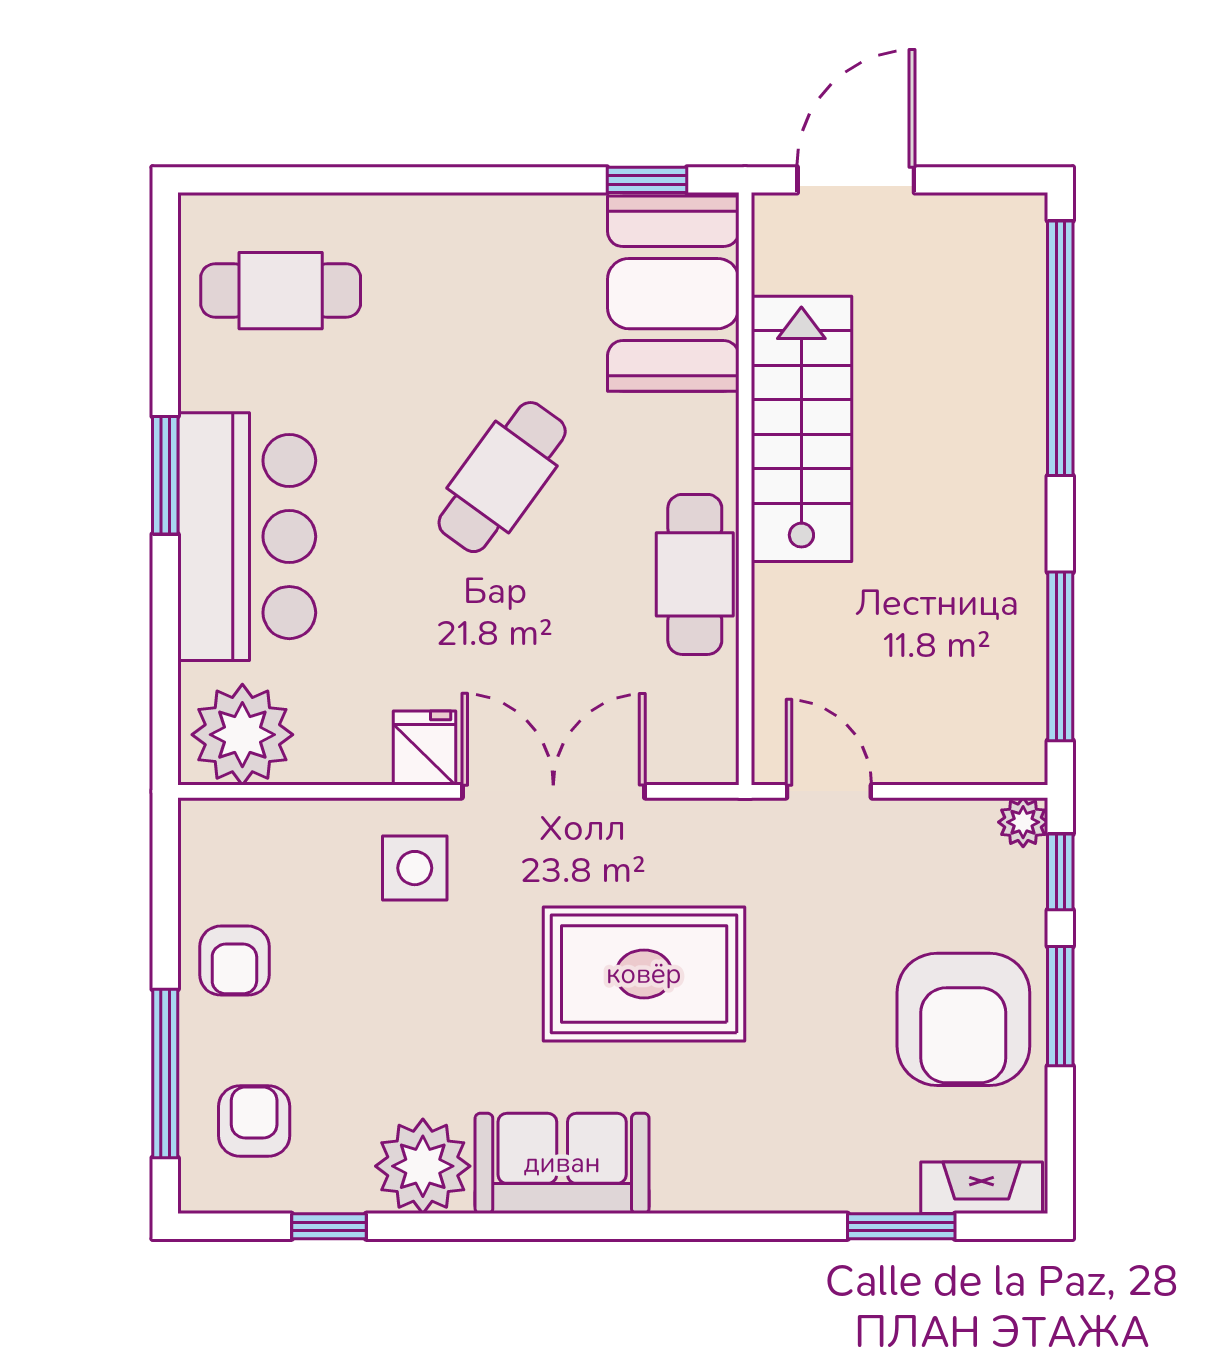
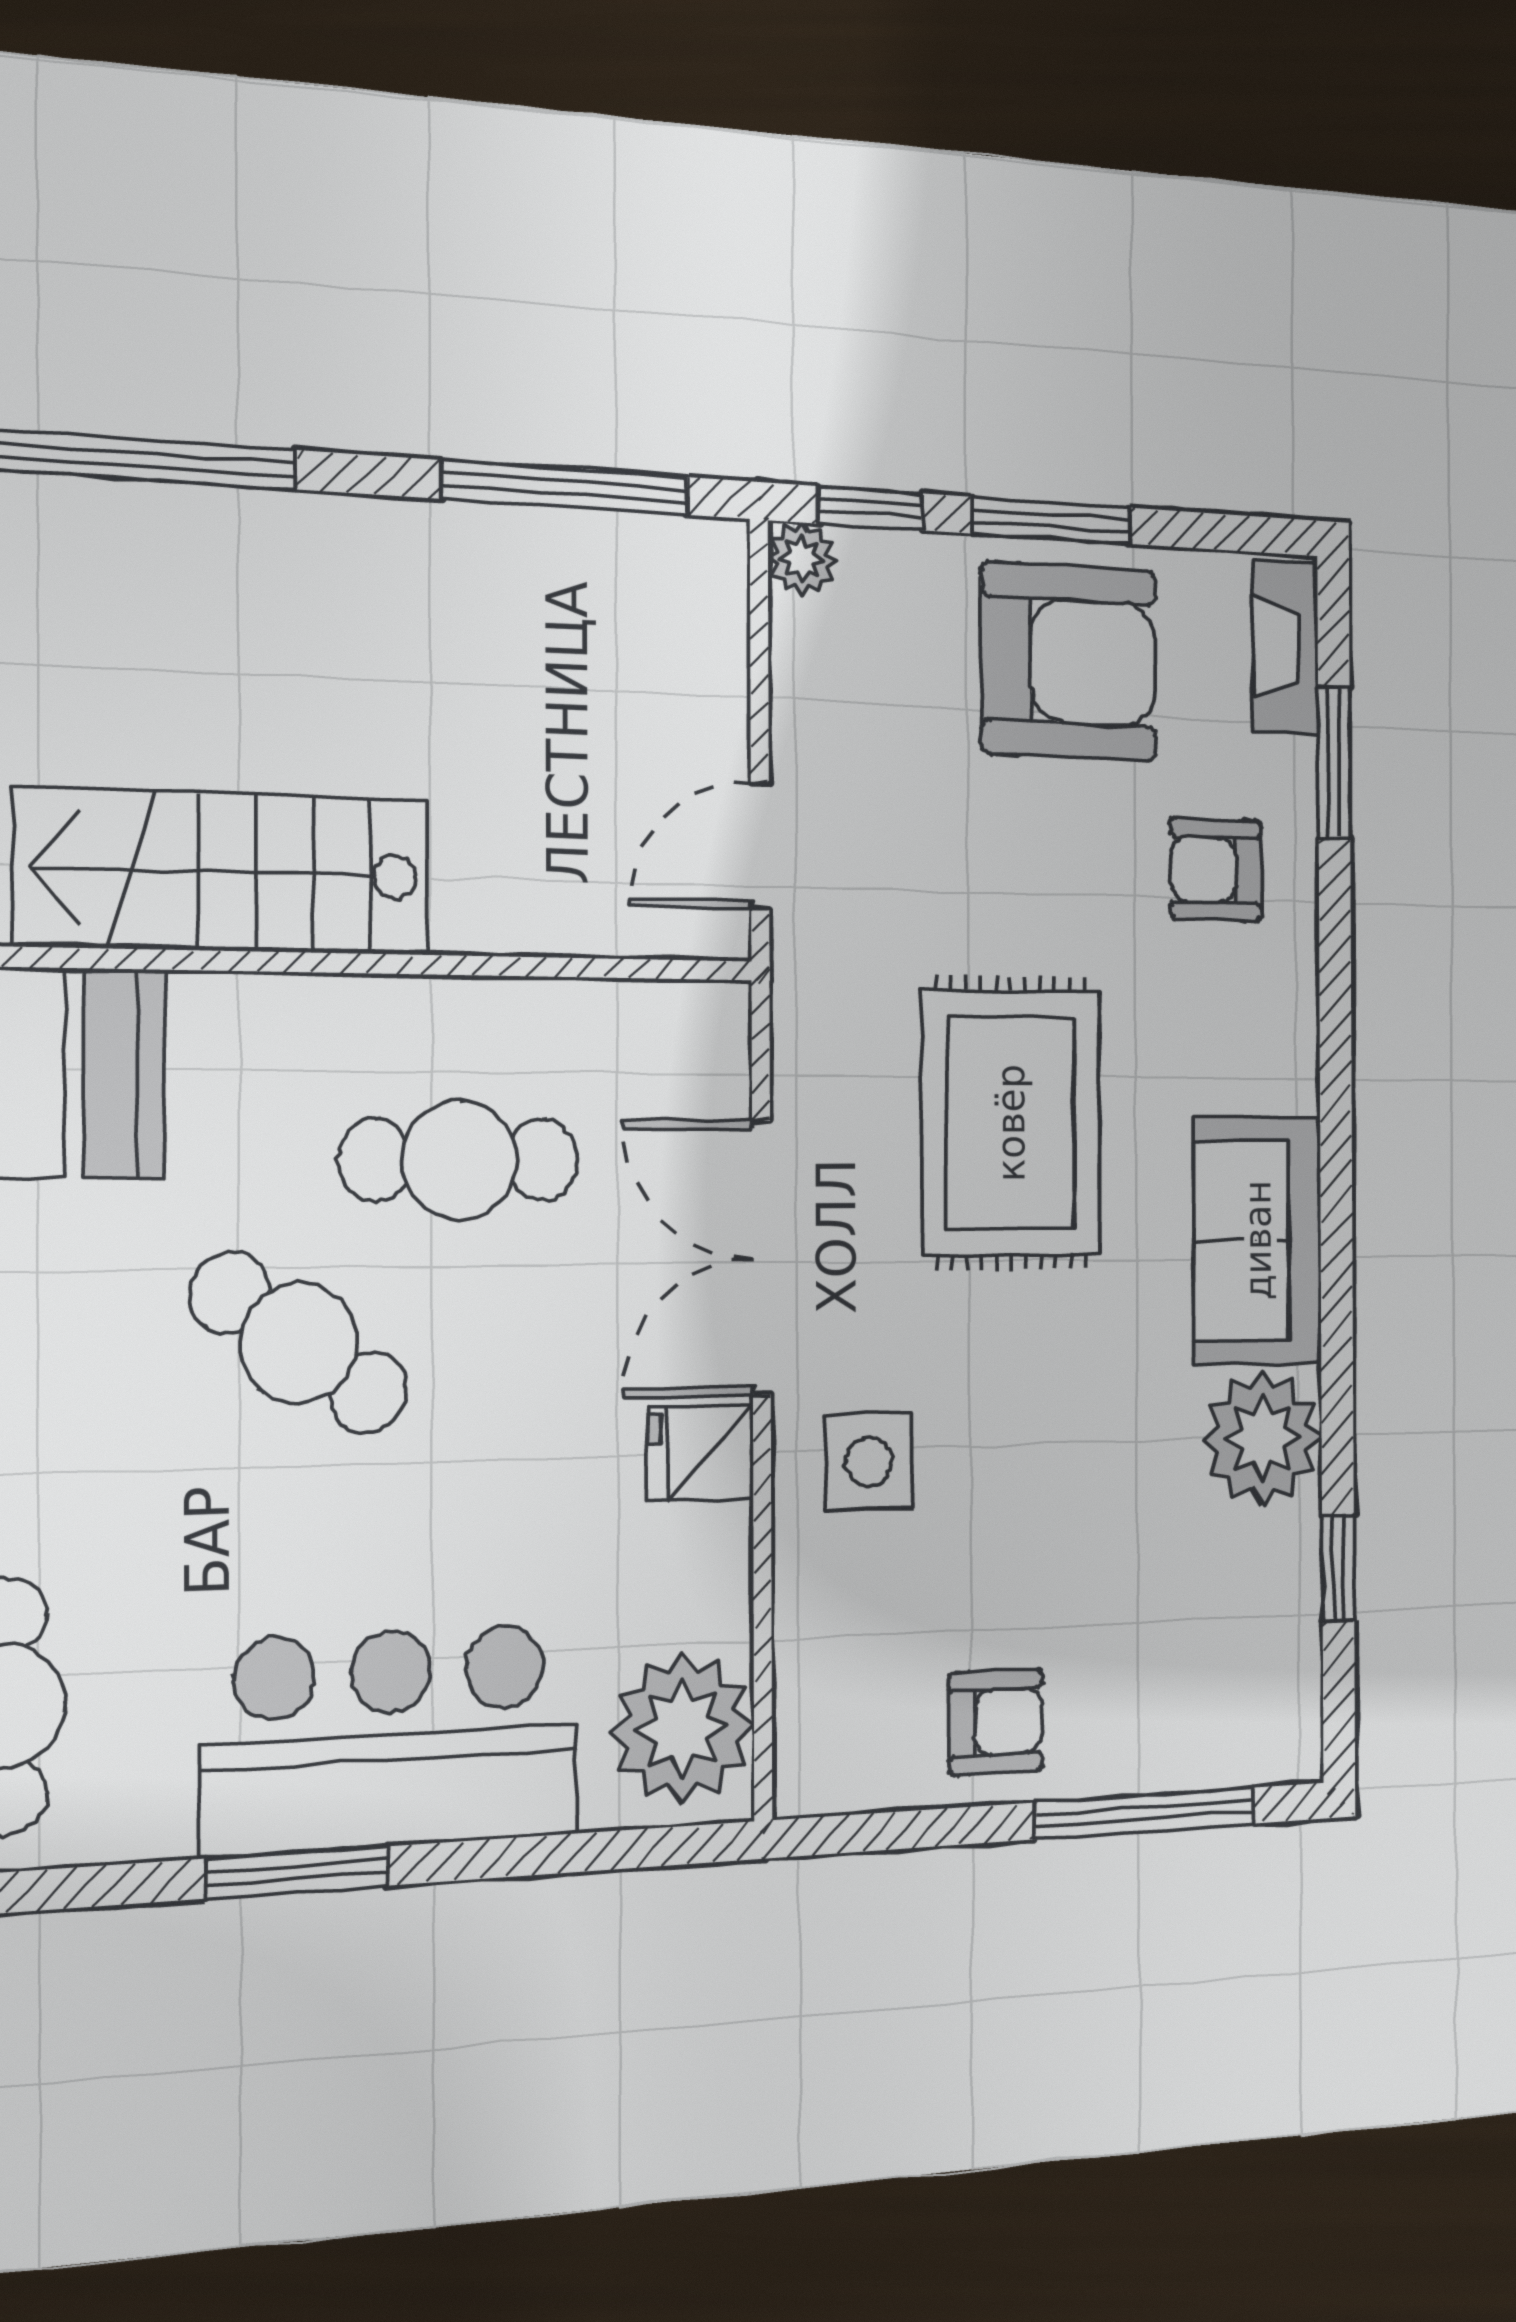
cafe table: (695, 574) -> (459, 1160), moved
armchair: (254, 1121) -> (1216, 870), moved

